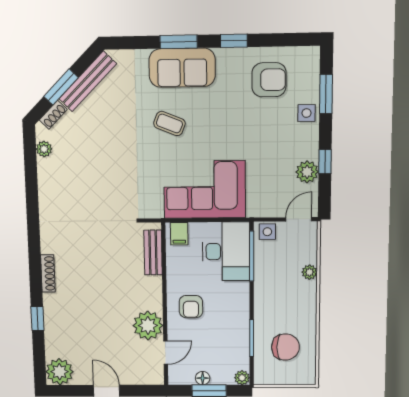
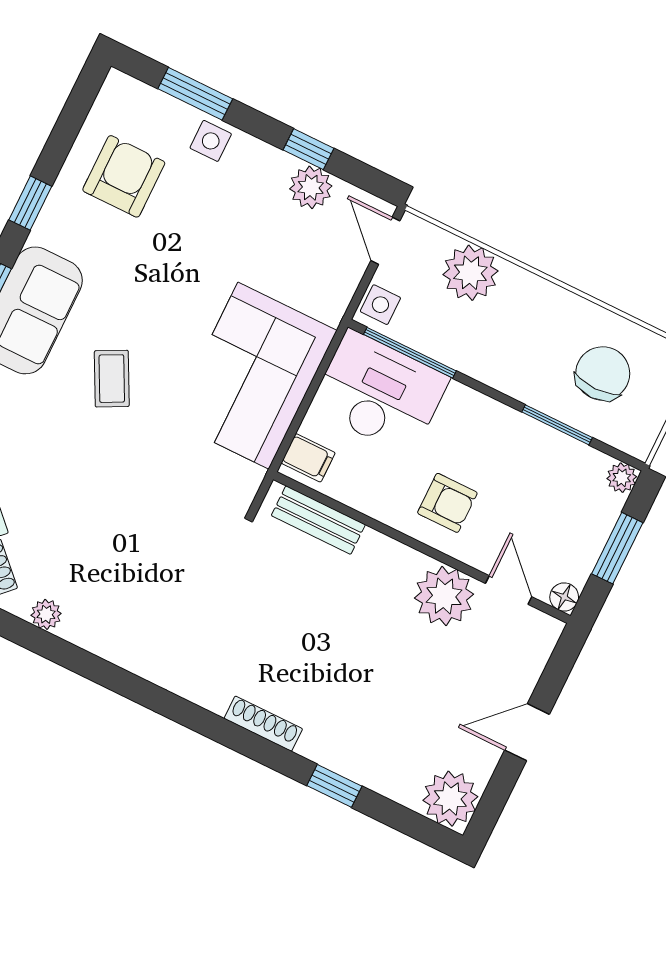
coffee table: (169, 123) -> (112, 379), turned -49
plant: (309, 272) -> (470, 273), width x1.88, depth x1.88
floor lamp: (203, 378) -> (564, 597), moved

